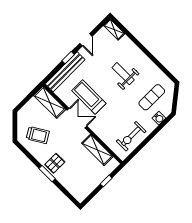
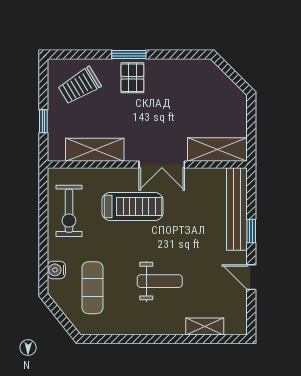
shelving: (114, 30) -> (205, 327), moved
treadmill: (89, 97) -> (132, 206), moved
trolley: (38, 135) -> (79, 86), moved
exercise bike: (131, 136) -> (69, 211), turned 180

